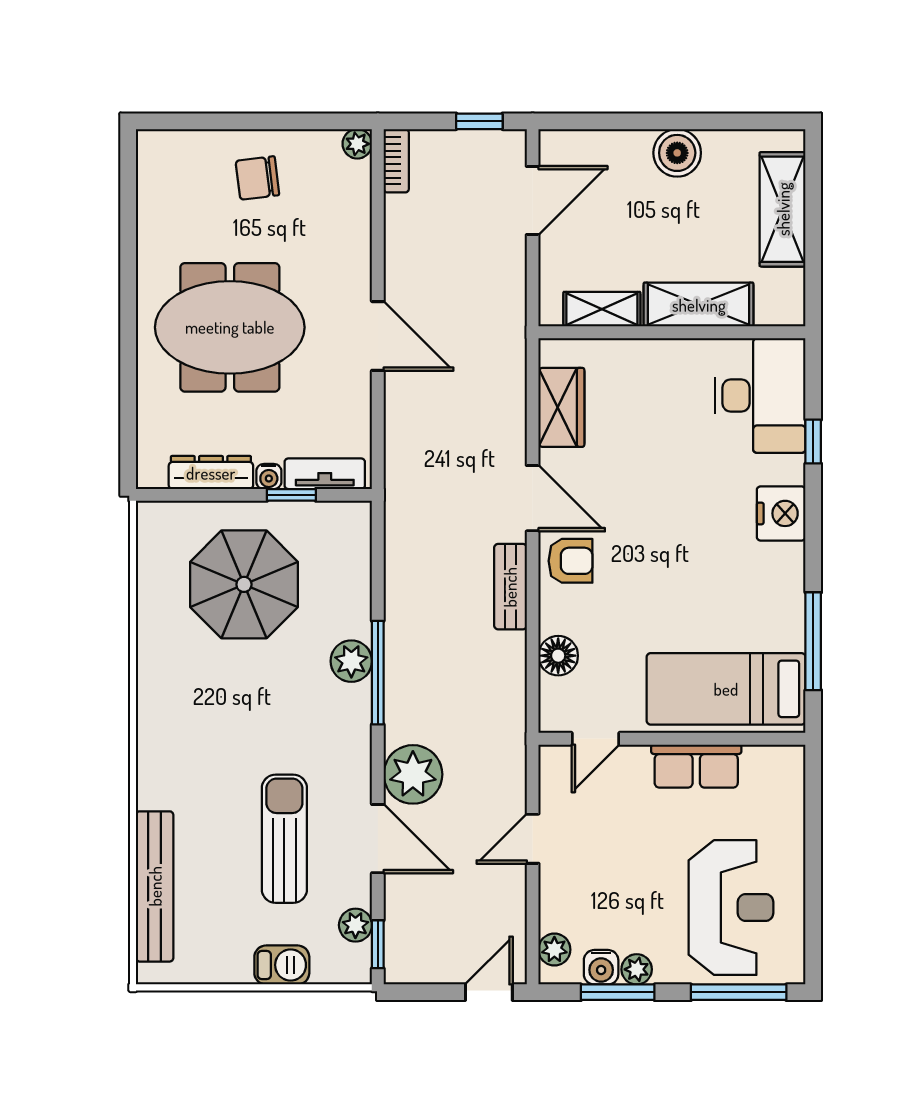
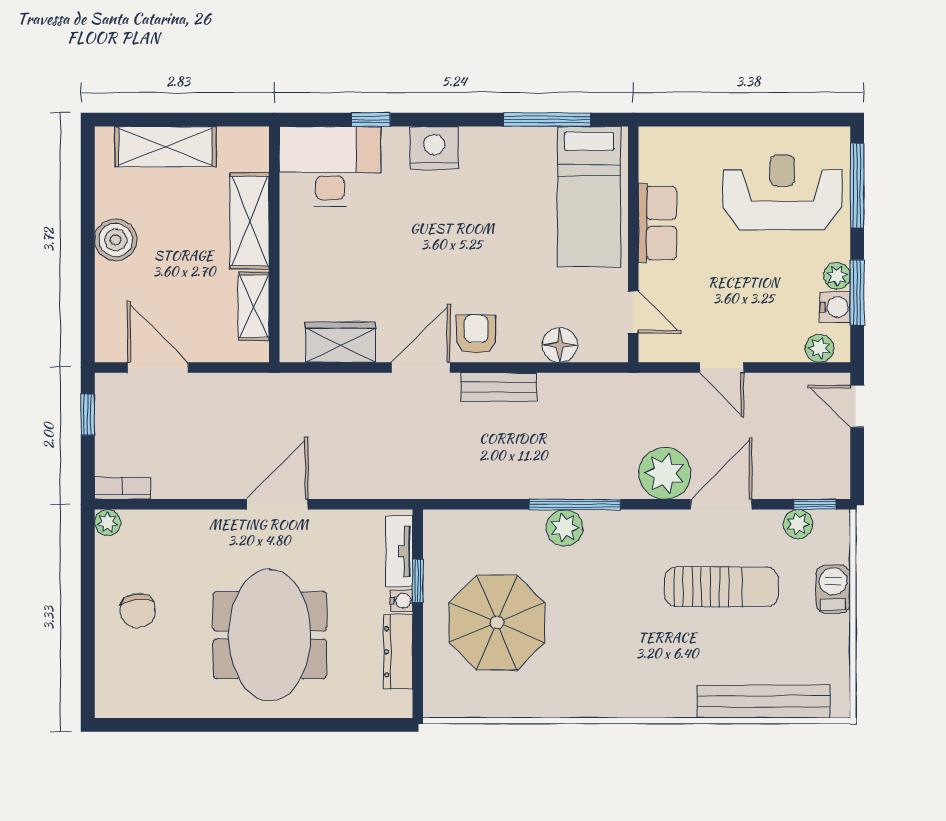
sun lounger: (284, 839) -> (722, 587), turned 180

